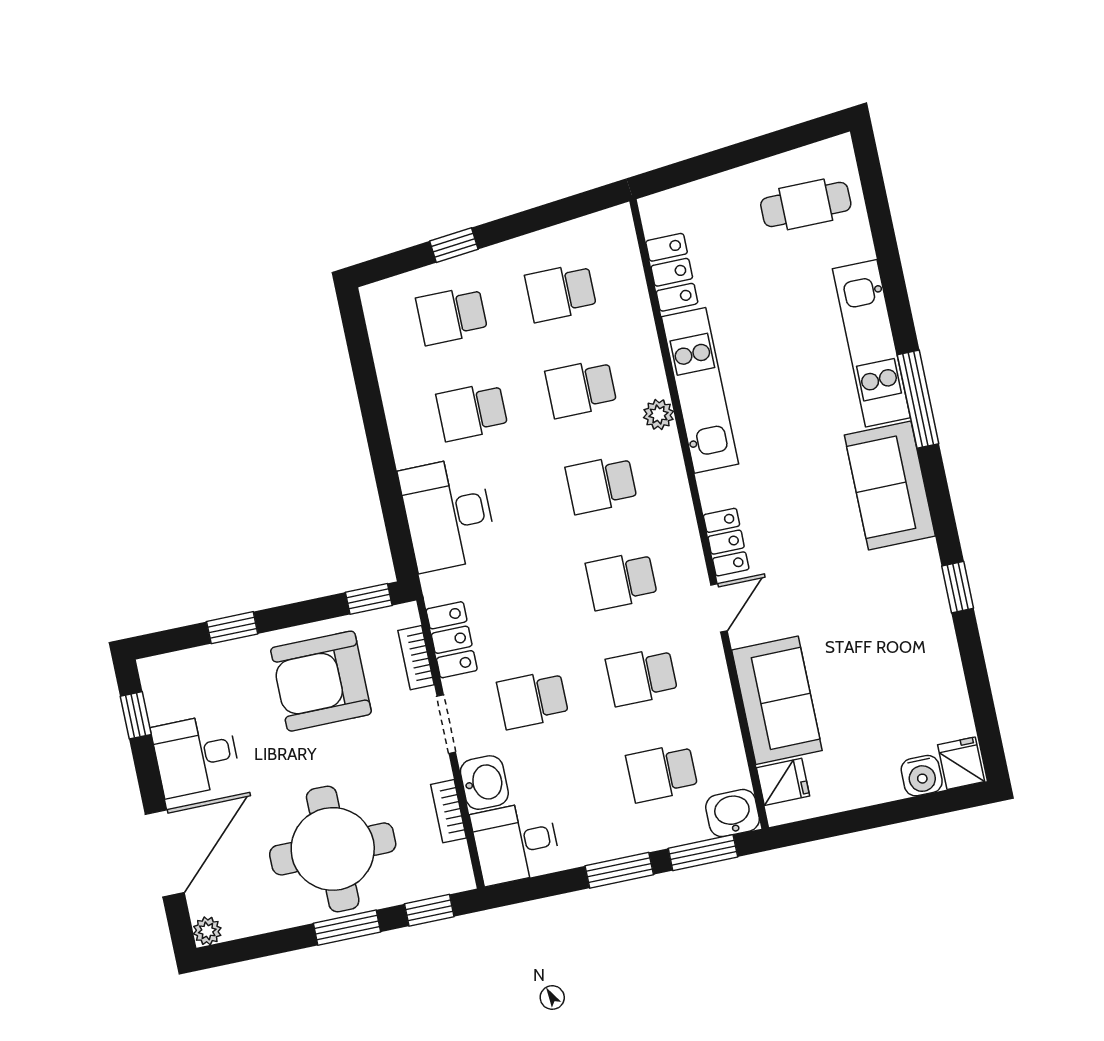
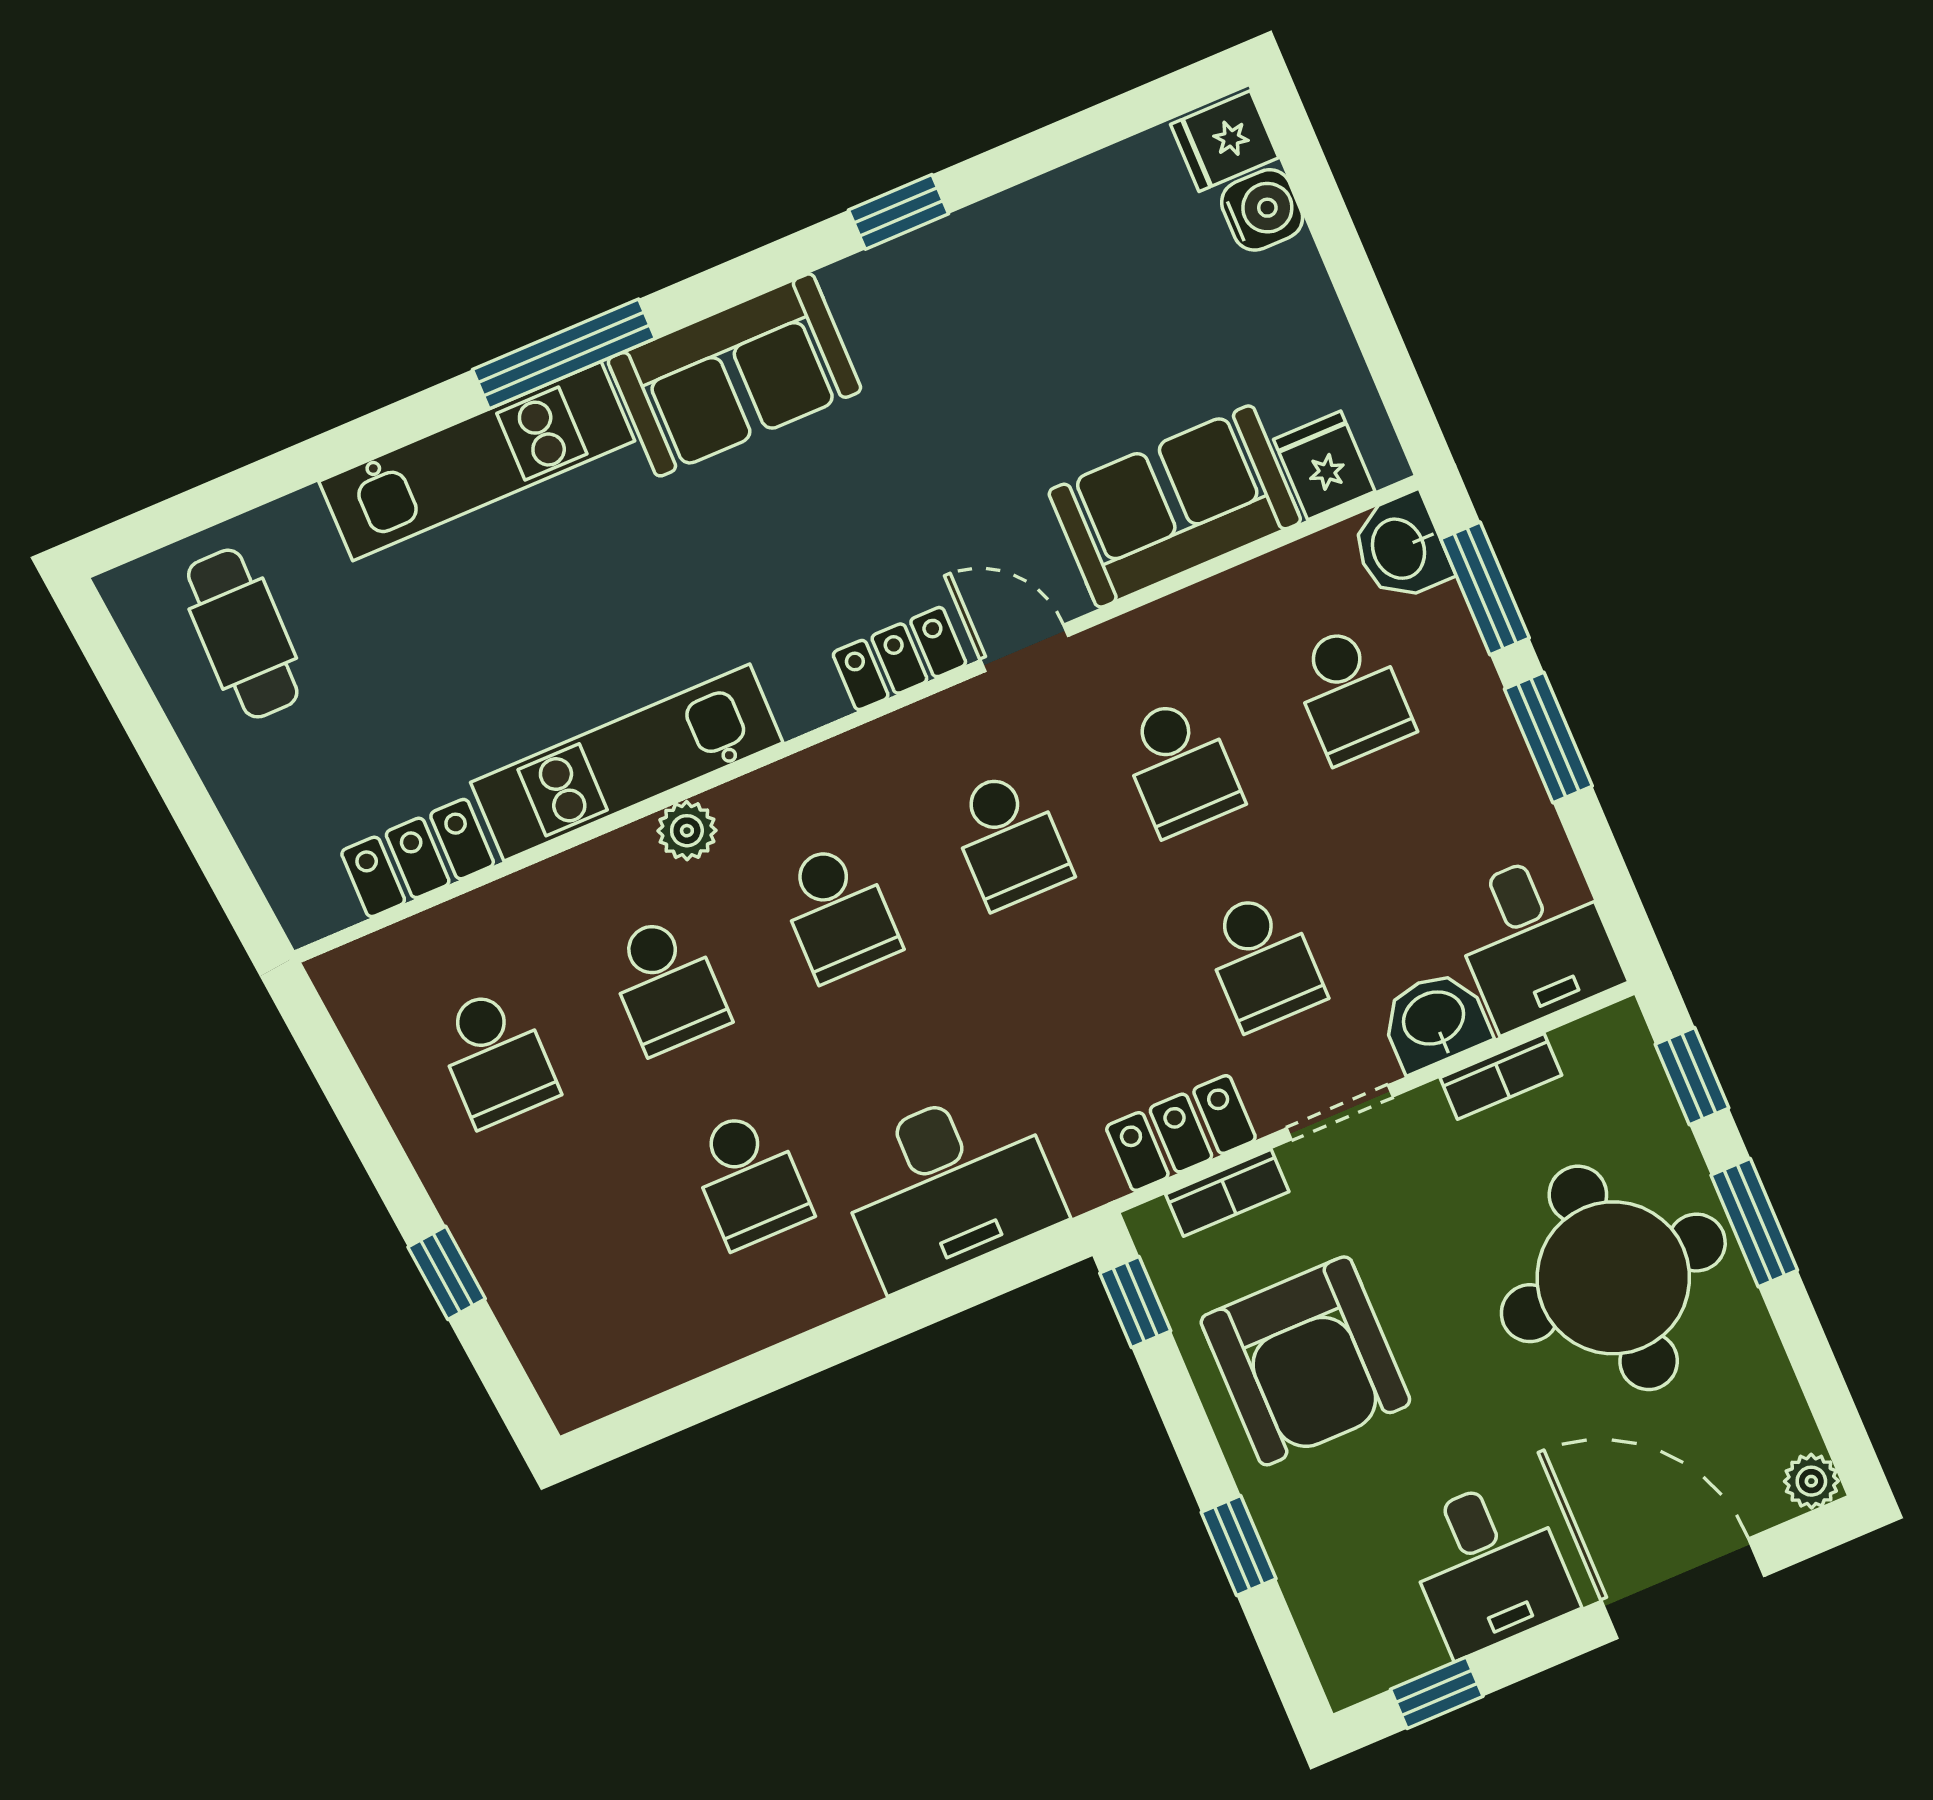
school desk: (452, 315) -> (578, 1251), removed

